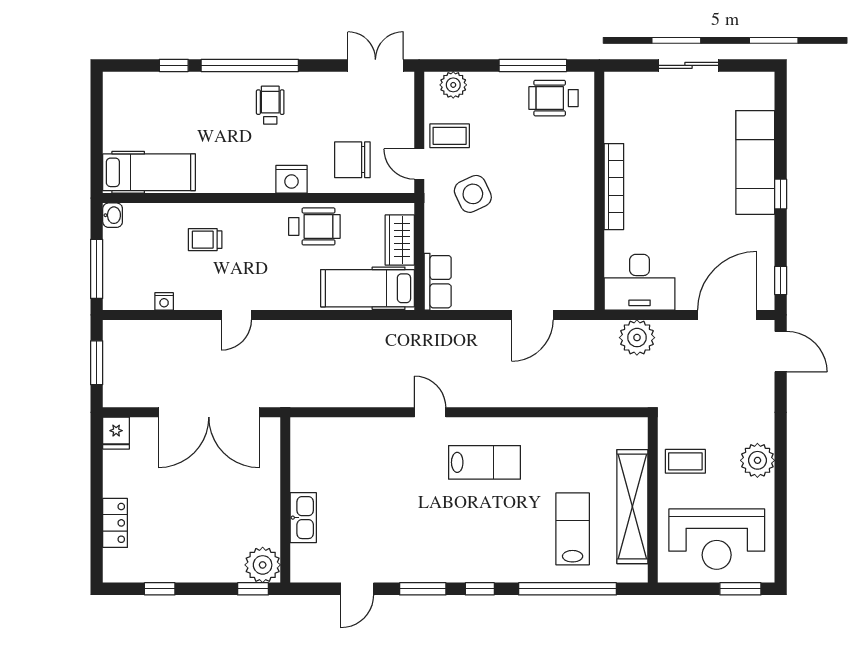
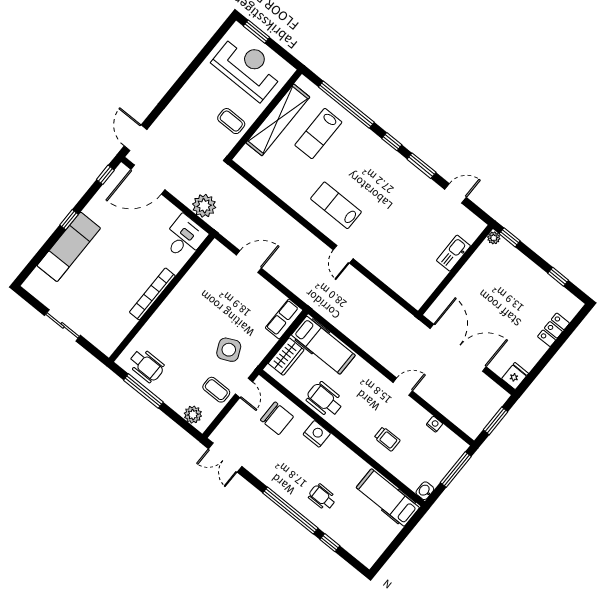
wheelchair: (270, 105) -> (322, 497), moved, turned 90
desk: (640, 282) -> (184, 237), width x0.73
plant: (757, 460) -> (193, 91), removed
plant: (263, 565) -> (494, 238), width x0.53, depth x0.53

